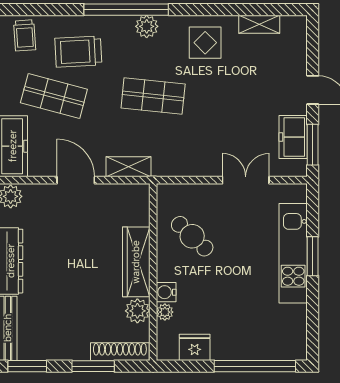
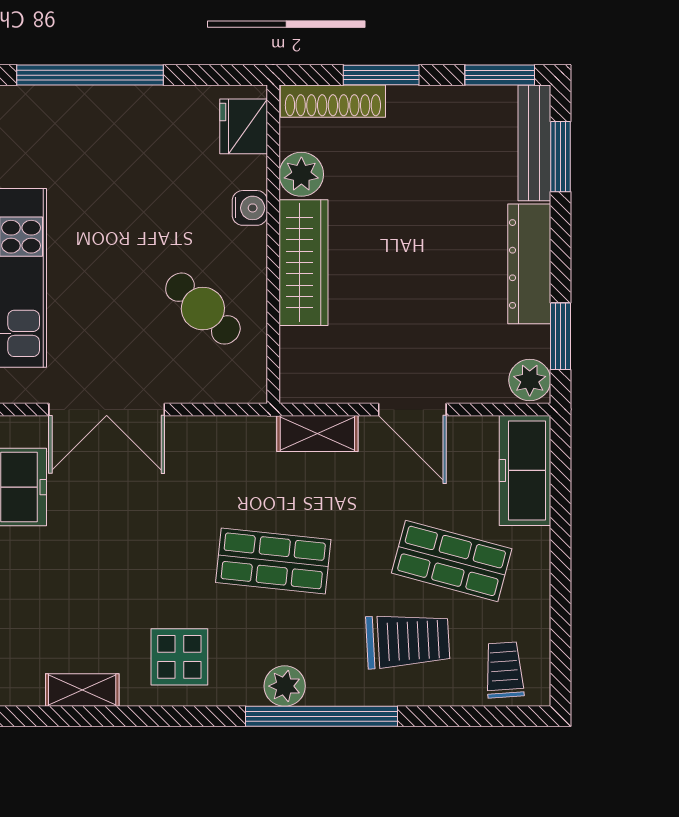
double door: (246, 180) -> (107, 409), width x1.37
plant: (165, 312) -> (252, 172), removed
fridge: (195, 347) -> (244, 126), moved, turned 90

